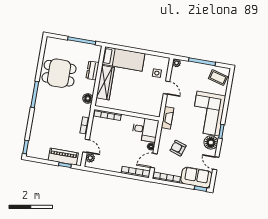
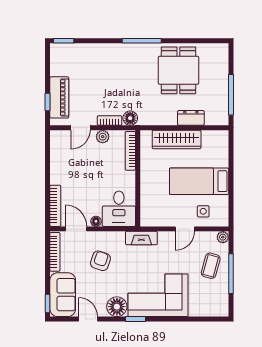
bed: (123, 59) -> (199, 181), moved, turned 90
coffee table: (218, 78) -> (211, 266), moved
floor lamp: (88, 98) -> (130, 118), moved
plant: (90, 158) -> (103, 137), moved
door: (216, 163) -> (88, 319), hinge flipped

